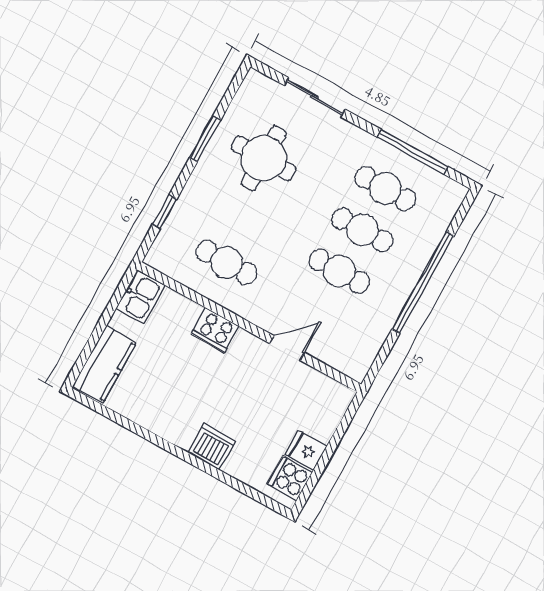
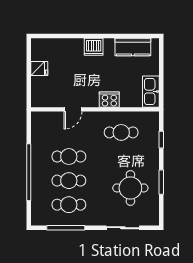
kitchen sink: (141, 297) -> (151, 92), width x1.38
kitchen counter: (104, 364) -> (133, 47), moved, turned -90
dishwasher: (212, 447) -> (94, 47), moved
cooker: (290, 478) -> (39, 52), removed

